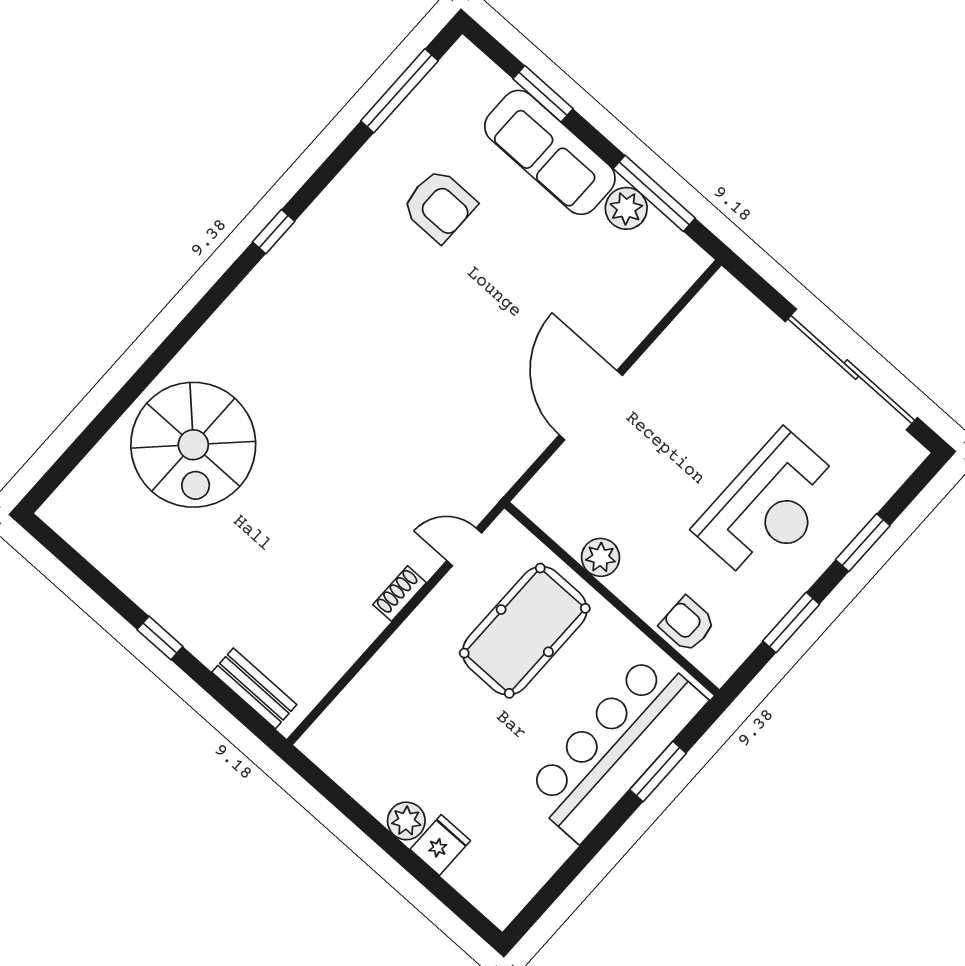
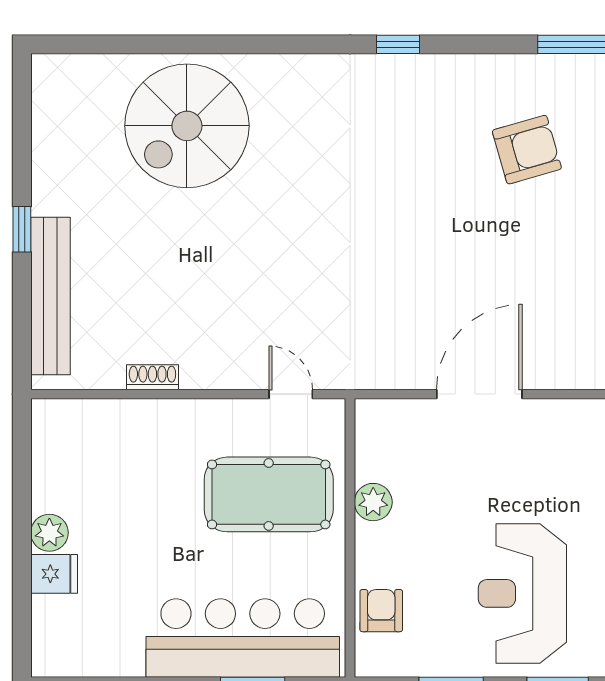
armchair: (439, 206) -> (527, 150), turned -106
reception desk: (769, 507) -> (522, 593), turned 90
shoe rack: (400, 594) -> (152, 377), moved
bench: (254, 688) -> (50, 296), width x1.86, depth x1.21

